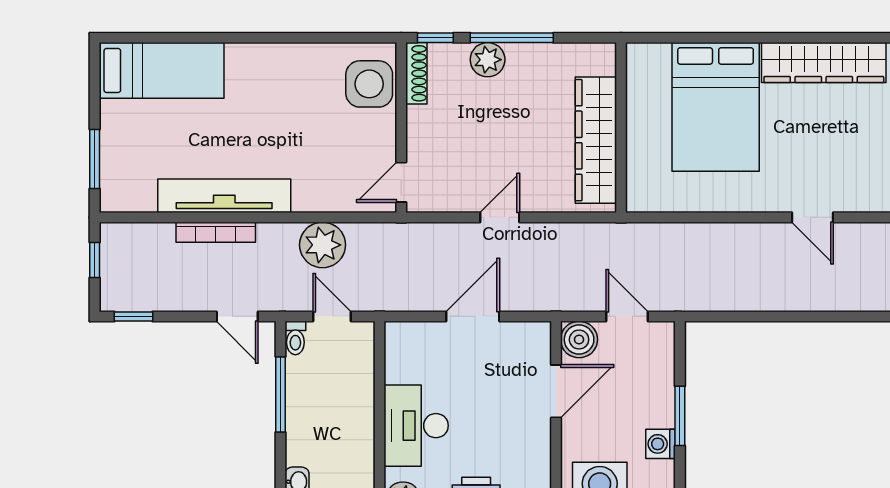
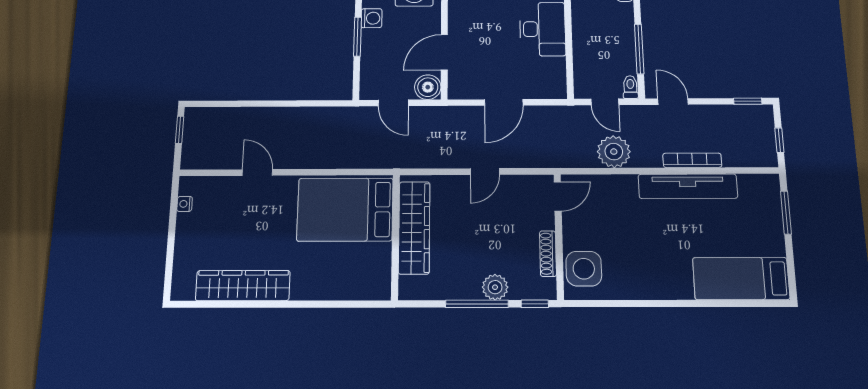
shoe rack: (416, 73) -> (548, 254), moved
bed: (716, 107) -> (345, 210), moved, turned -90

